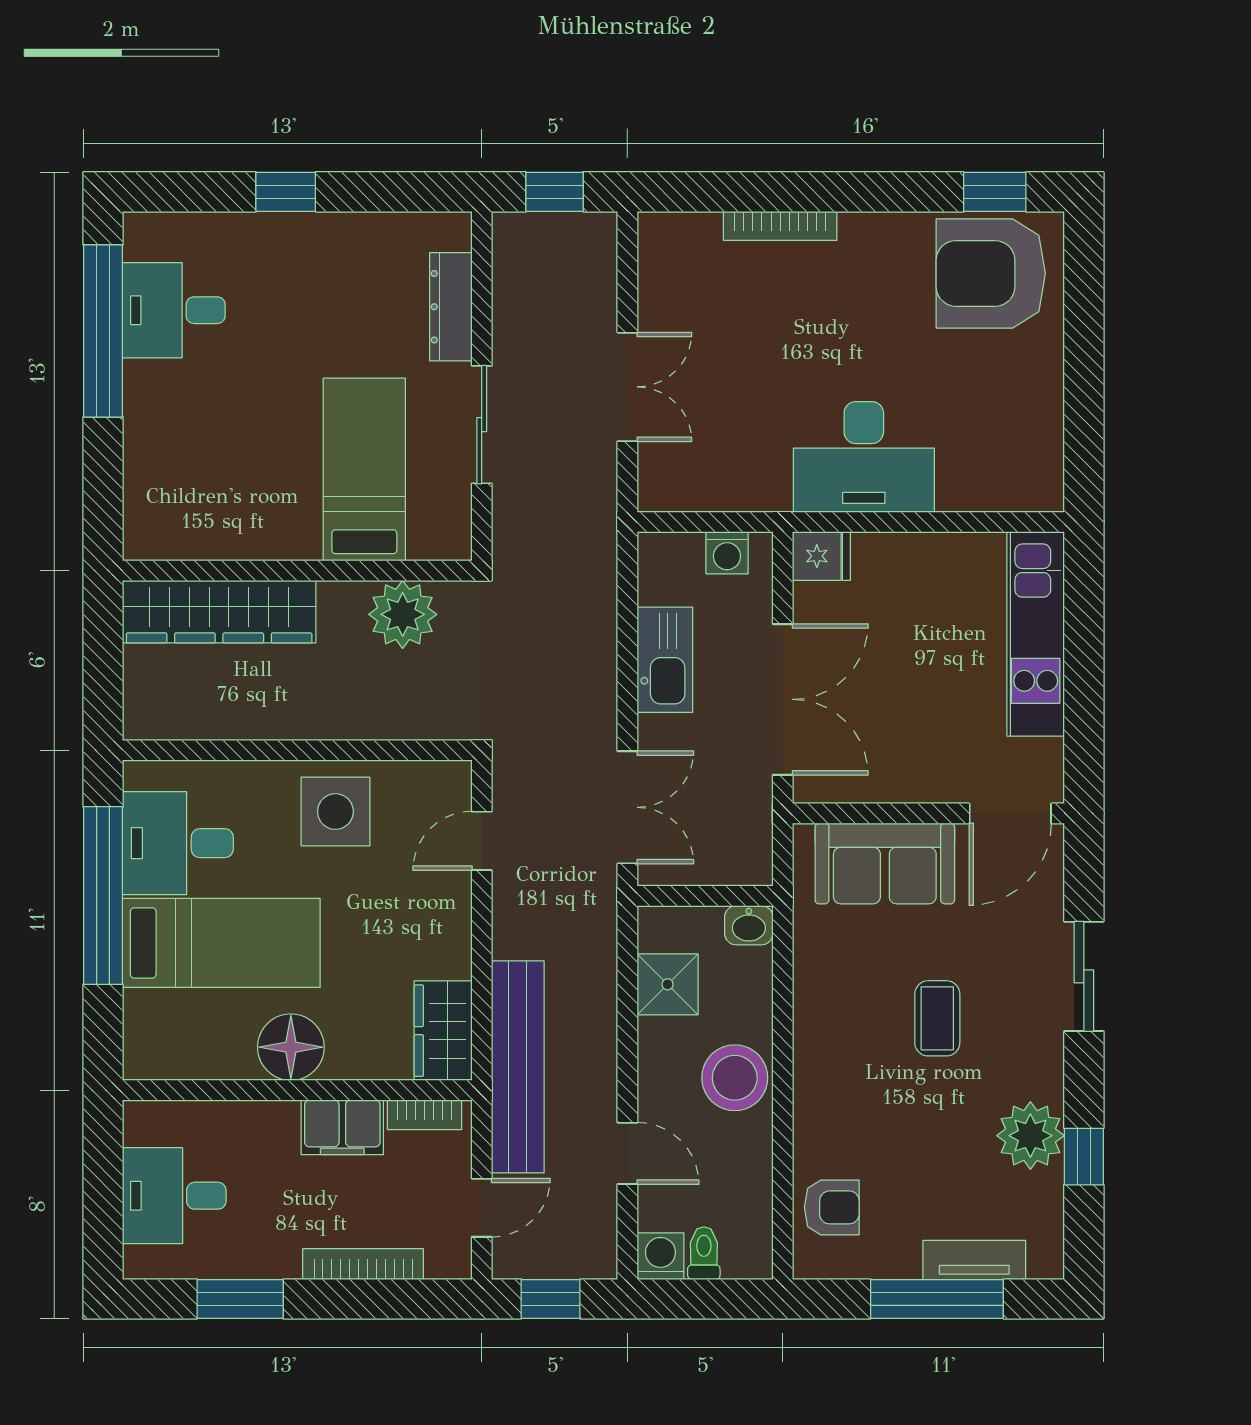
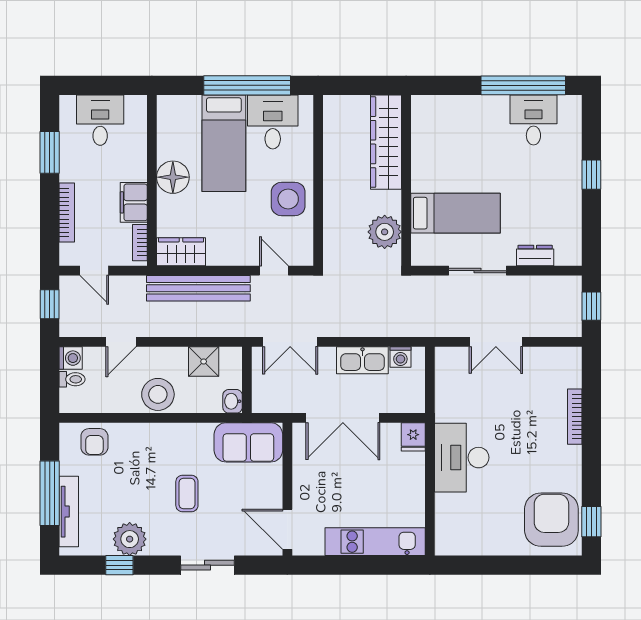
dresser: (451, 307) -> (535, 255), width x0.70
washing machine: (727, 553) -> (400, 357), moved, turned -90
sofa: (885, 863) -> (248, 442), moved, turned -90
coffee table: (937, 1018) -> (187, 493), turned 90
bench: (518, 1067) -> (198, 288), moved
tv unit: (974, 1260) -> (69, 512), width x1.41

